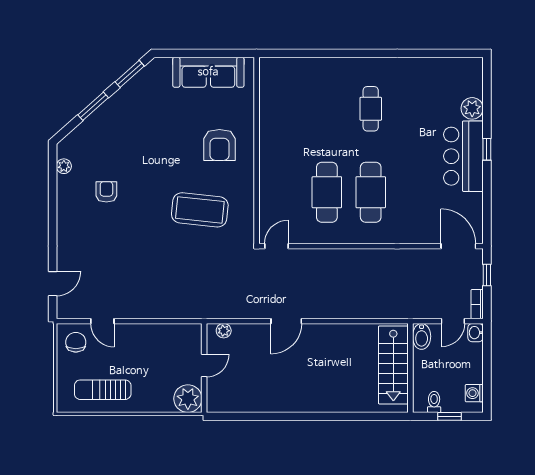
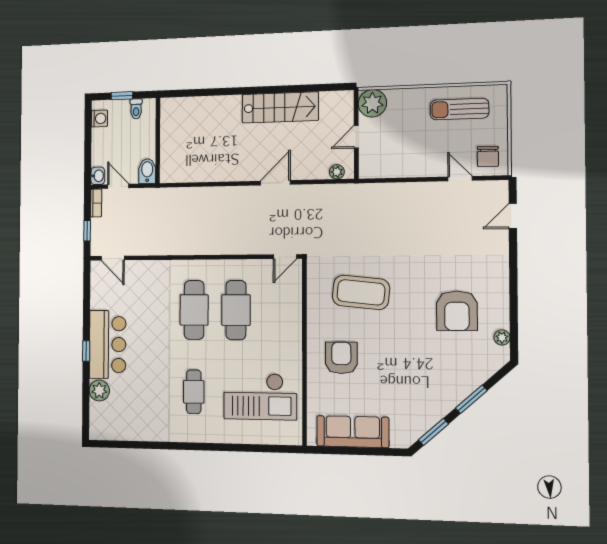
checkout: (302, 105) -> (260, 396), added
armchair: (106, 192) -> (457, 311), width x1.88, depth x1.88
door: (458, 246) -> (113, 258), width x0.73
door: (453, 321) -> (118, 186), hinge flipped
stairs: (393, 365) -> (280, 107), moved, turned 90
sun lounger: (103, 390) -> (459, 109), turned 180

